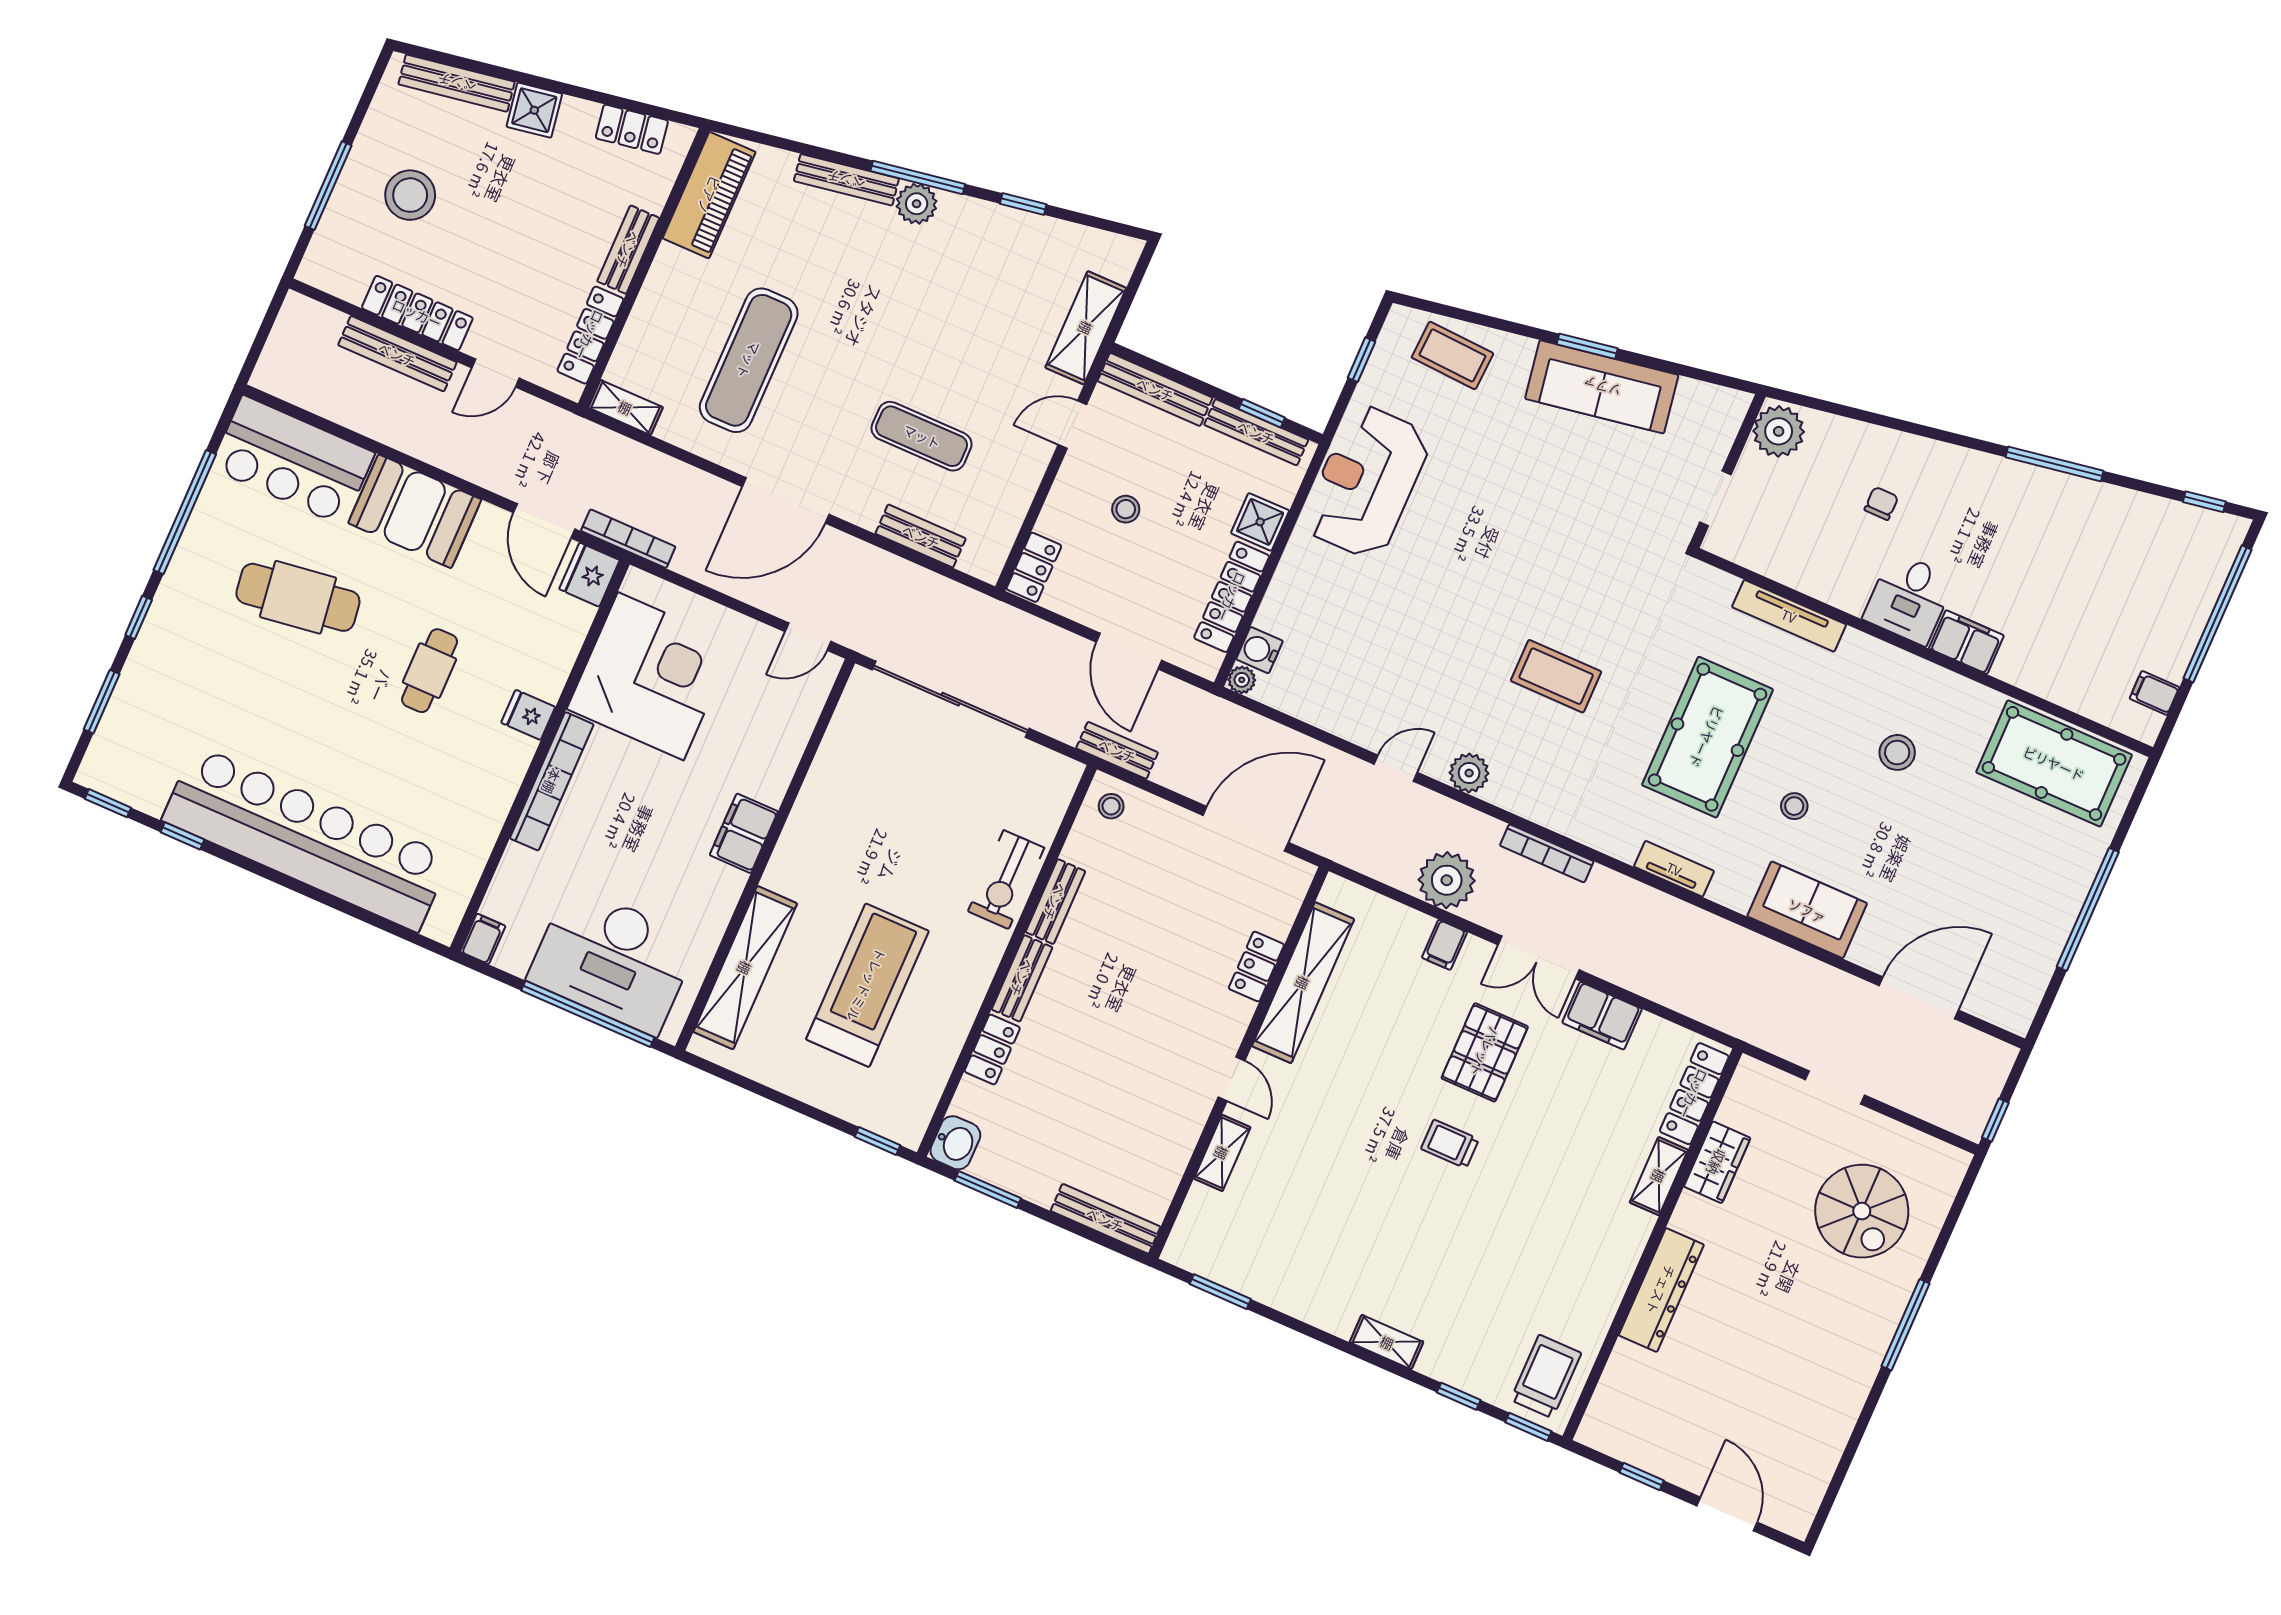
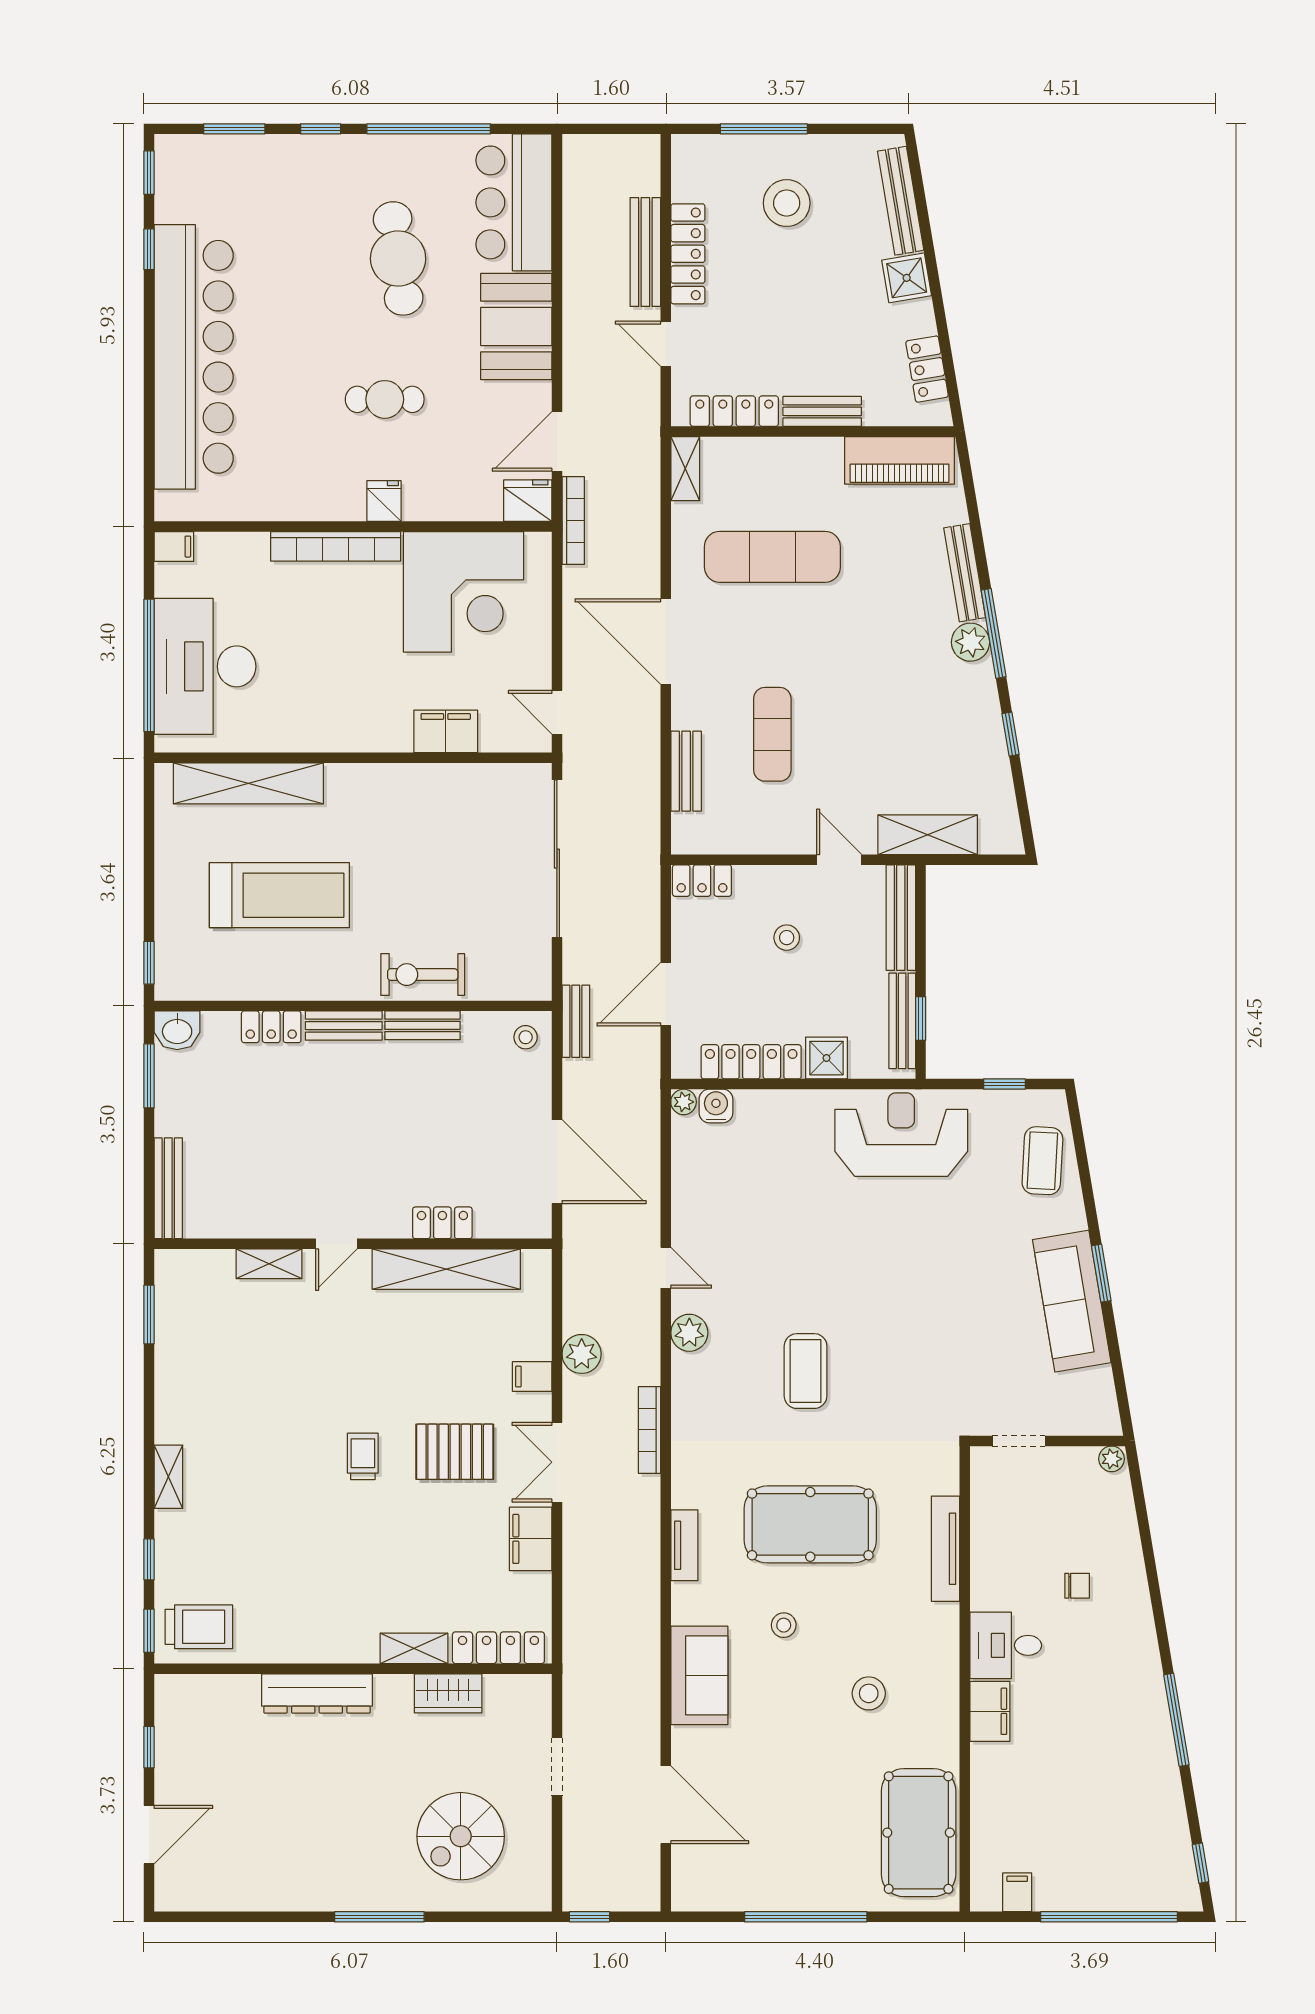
plant: (1779, 431) -> (1112, 1459), width x0.53, depth x0.53
filing cabinet: (744, 833) -> (446, 731), moved
plant: (1447, 880) -> (582, 1354), width x0.73, depth x0.73

